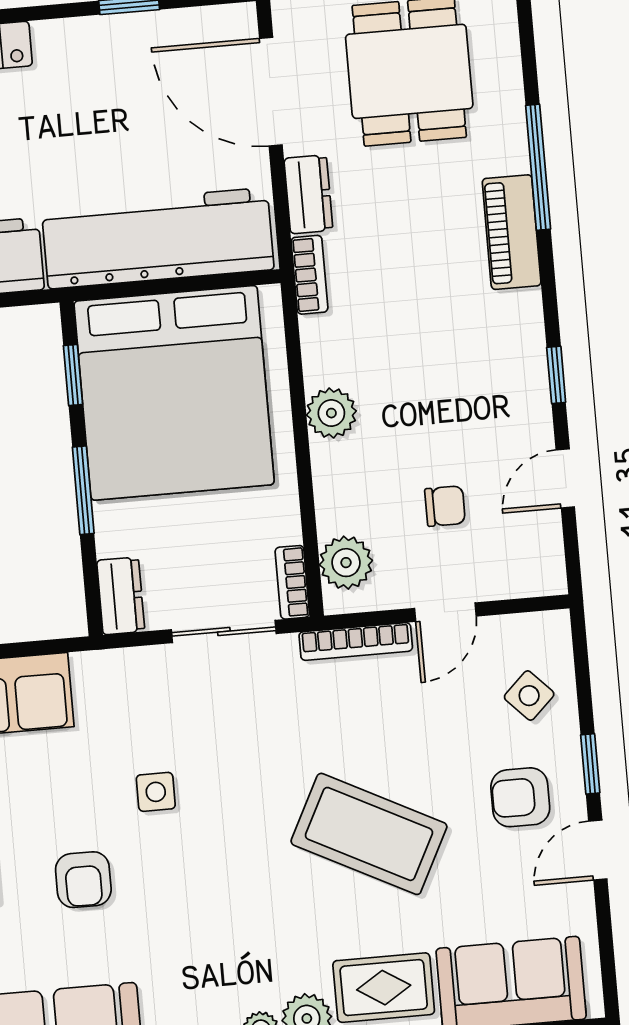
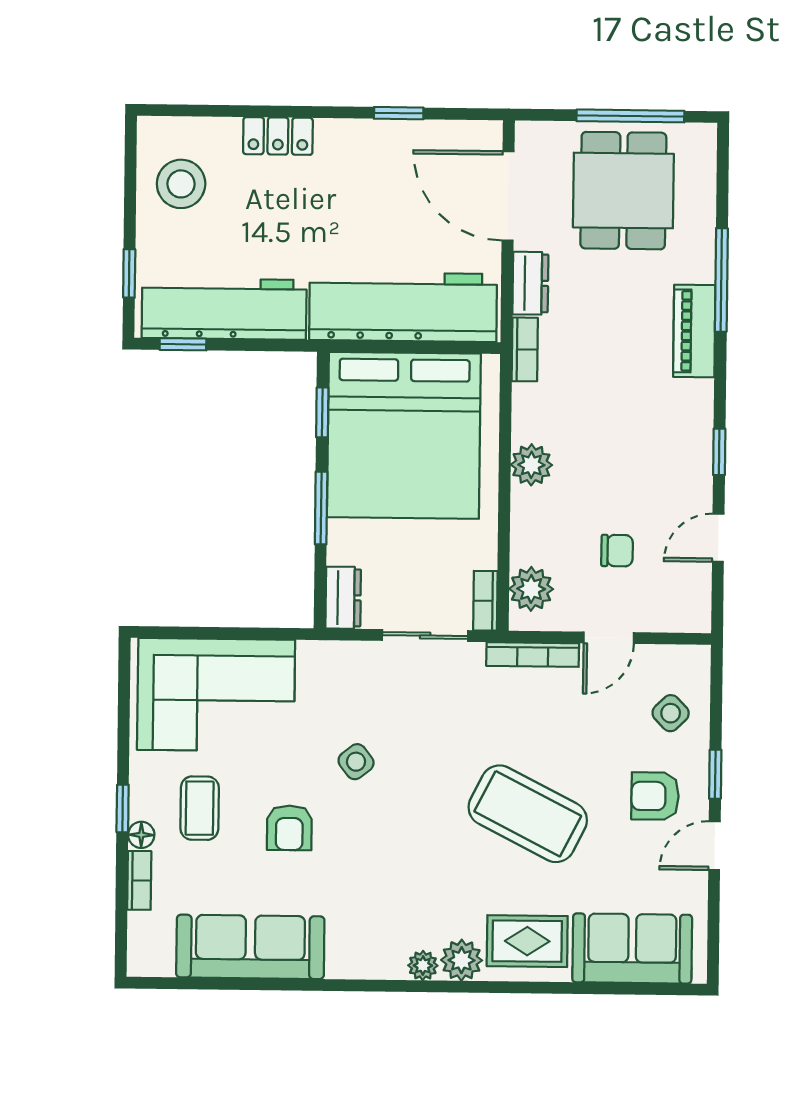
side table: (156, 792) -> (356, 762), turned -38

